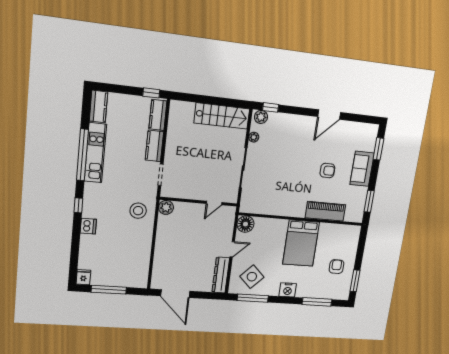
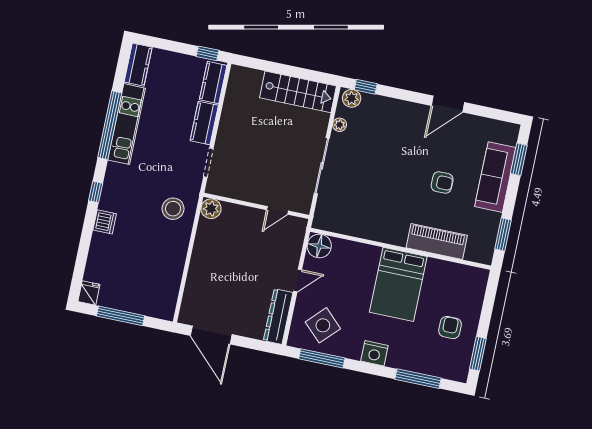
sofa: (362, 169) -> (495, 177), width x1.36

